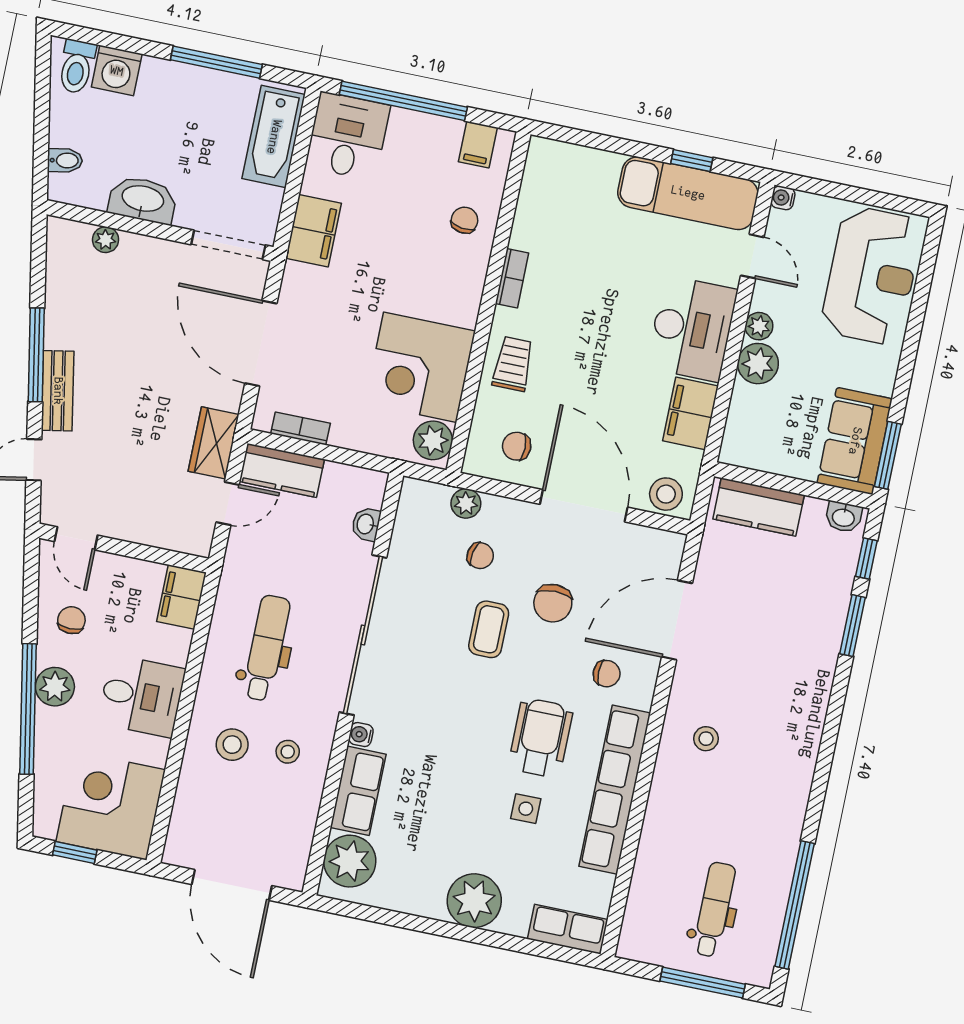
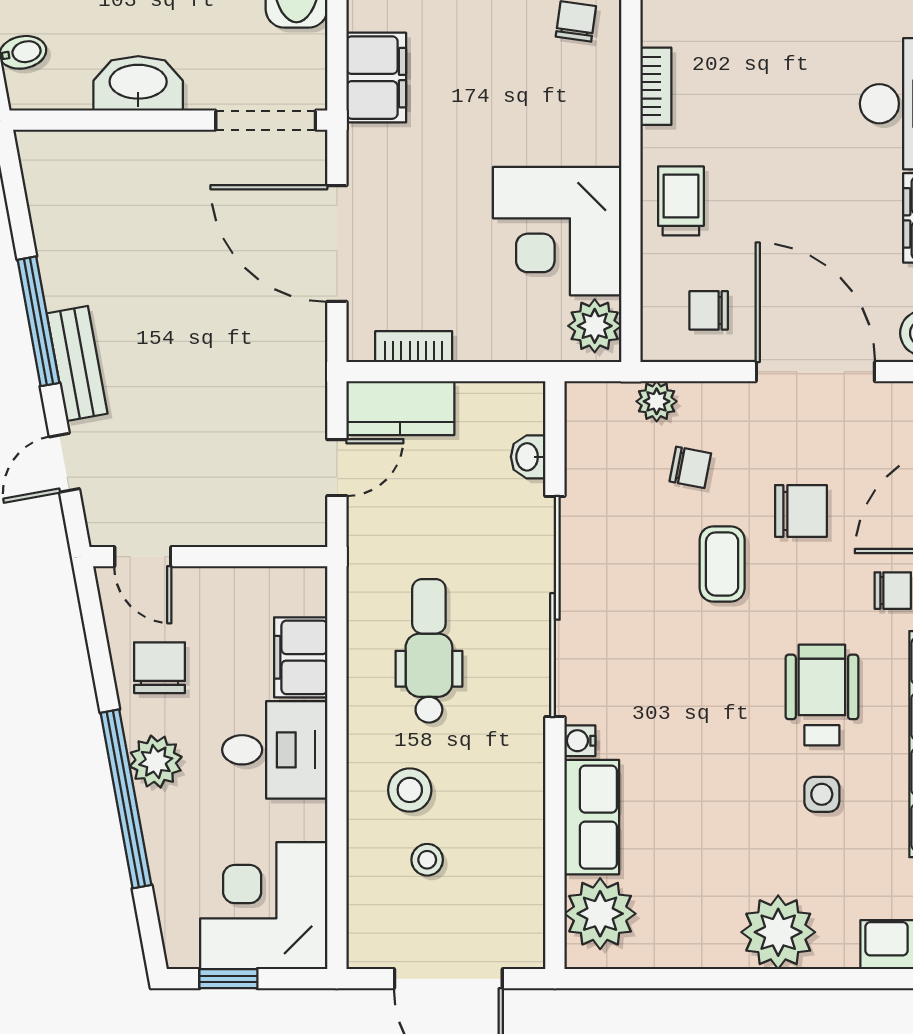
plant: (106, 240) -> (99, 147), removed
wardrobe: (214, 443) -> (301, 390), removed
filing cabinet: (181, 597) -> (301, 657), moved
chair: (553, 603) -> (801, 511), turned -90
chair: (71, 620) -> (159, 668), width x1.37, depth x1.37
stool: (288, 752) -> (427, 860), moved

